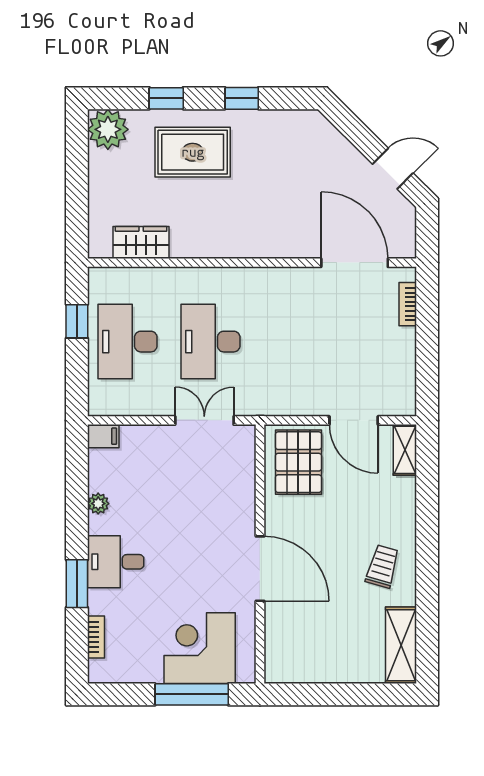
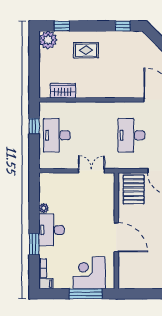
window: (166, 98) -> (62, 26), moved
window: (242, 98) -> (123, 26), moved
rug: (193, 152) -> (86, 50), width x0.73, depth x0.70
desk: (210, 342) -> (131, 135), moved
filing cabinet: (103, 436) -> (46, 284), moved
desk: (116, 562) -> (52, 230), width x1.37

